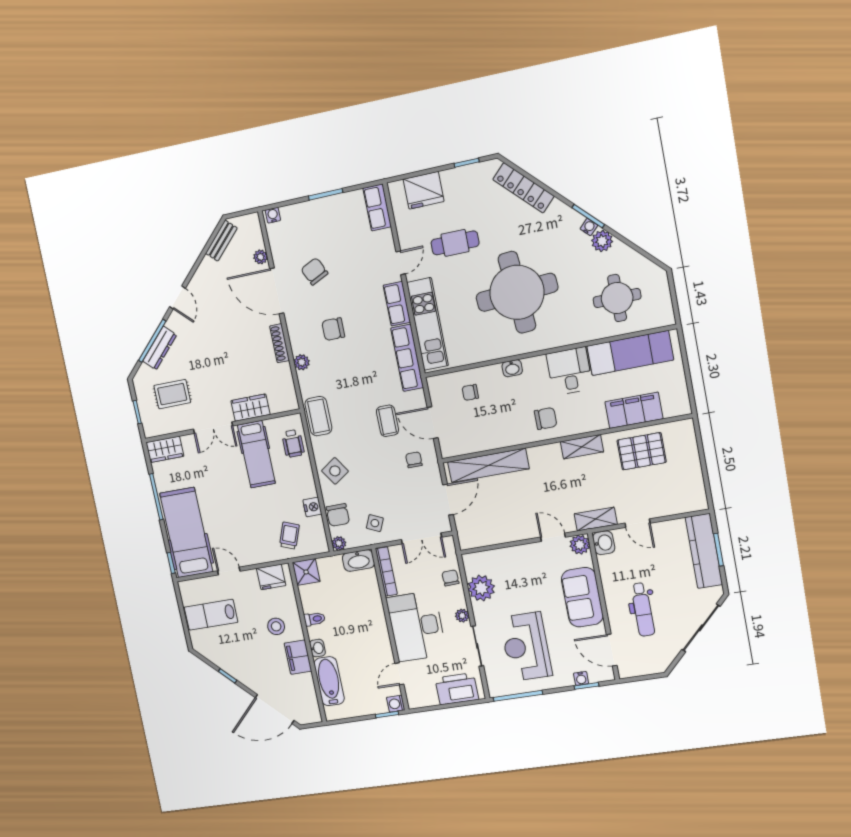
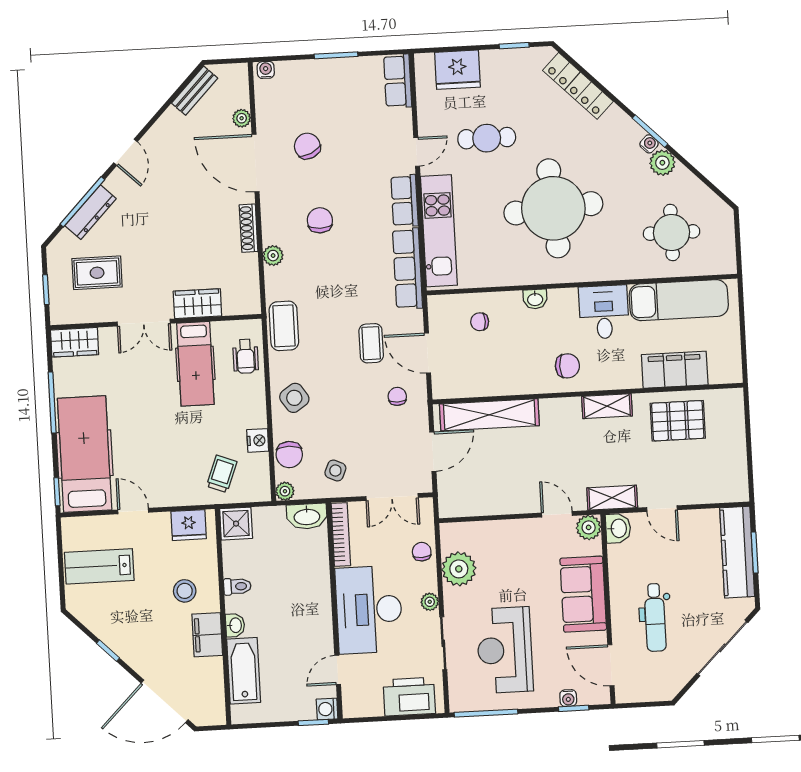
chair: (333, 329) -> (320, 220), turned 90

